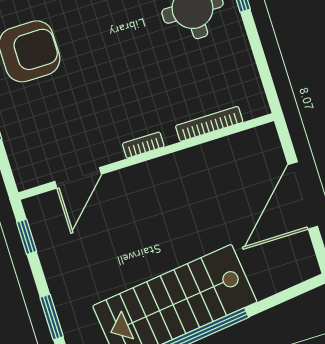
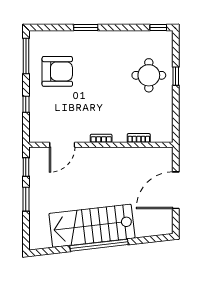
bookcase: (209, 124) -> (139, 138), width x0.64
window: (52, 317) -> (26, 199), moved

